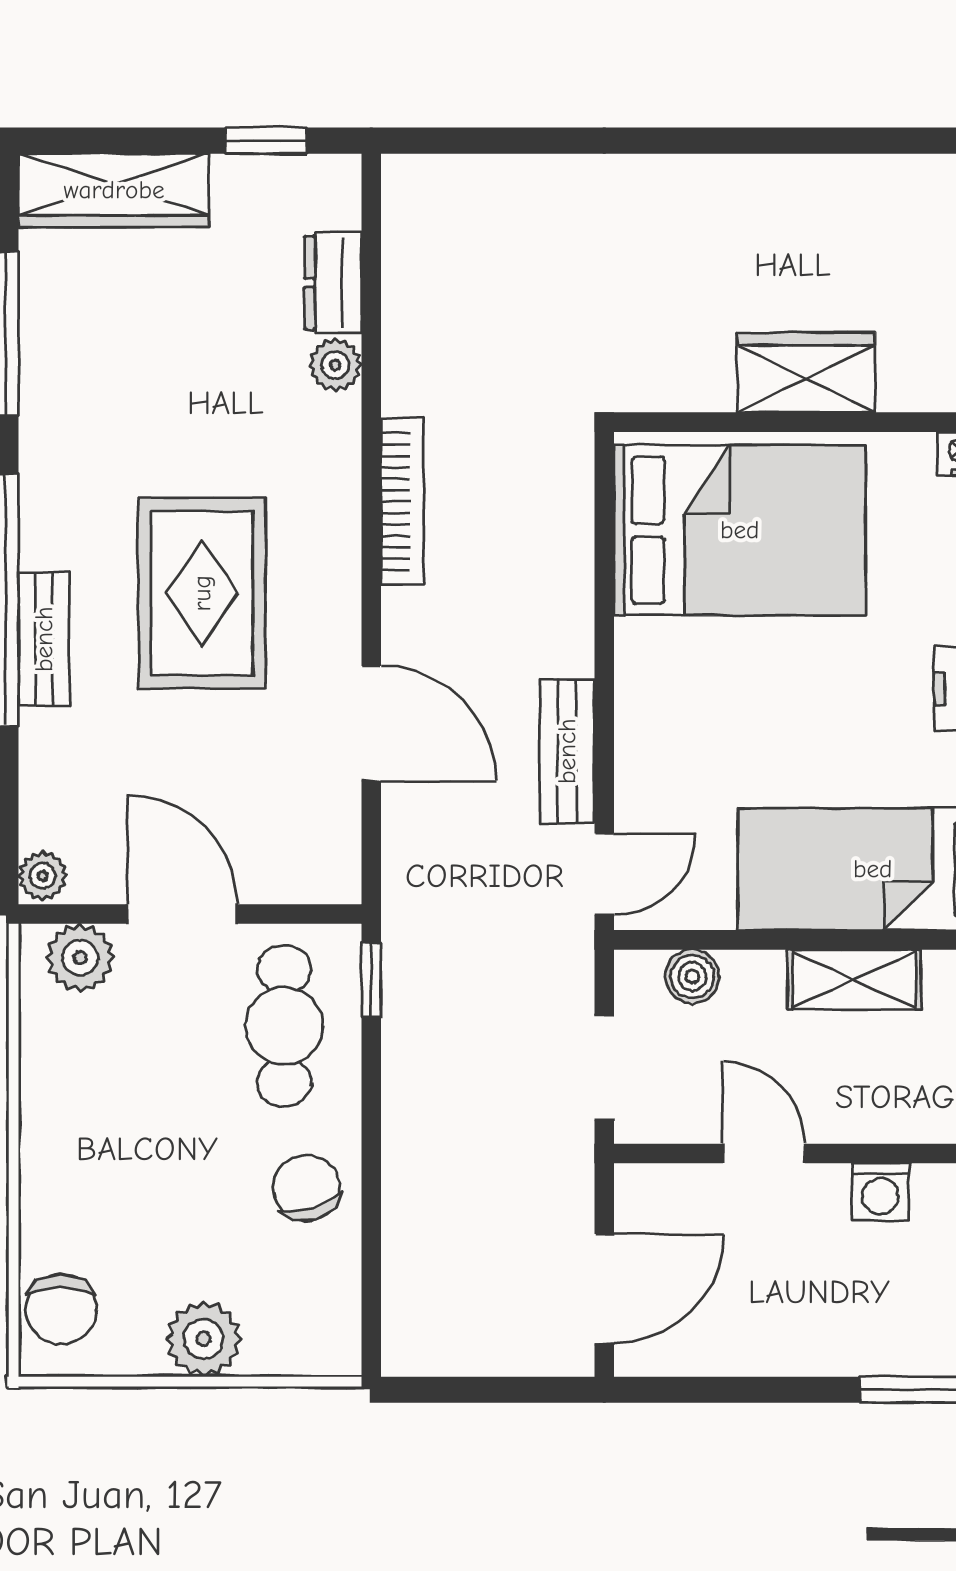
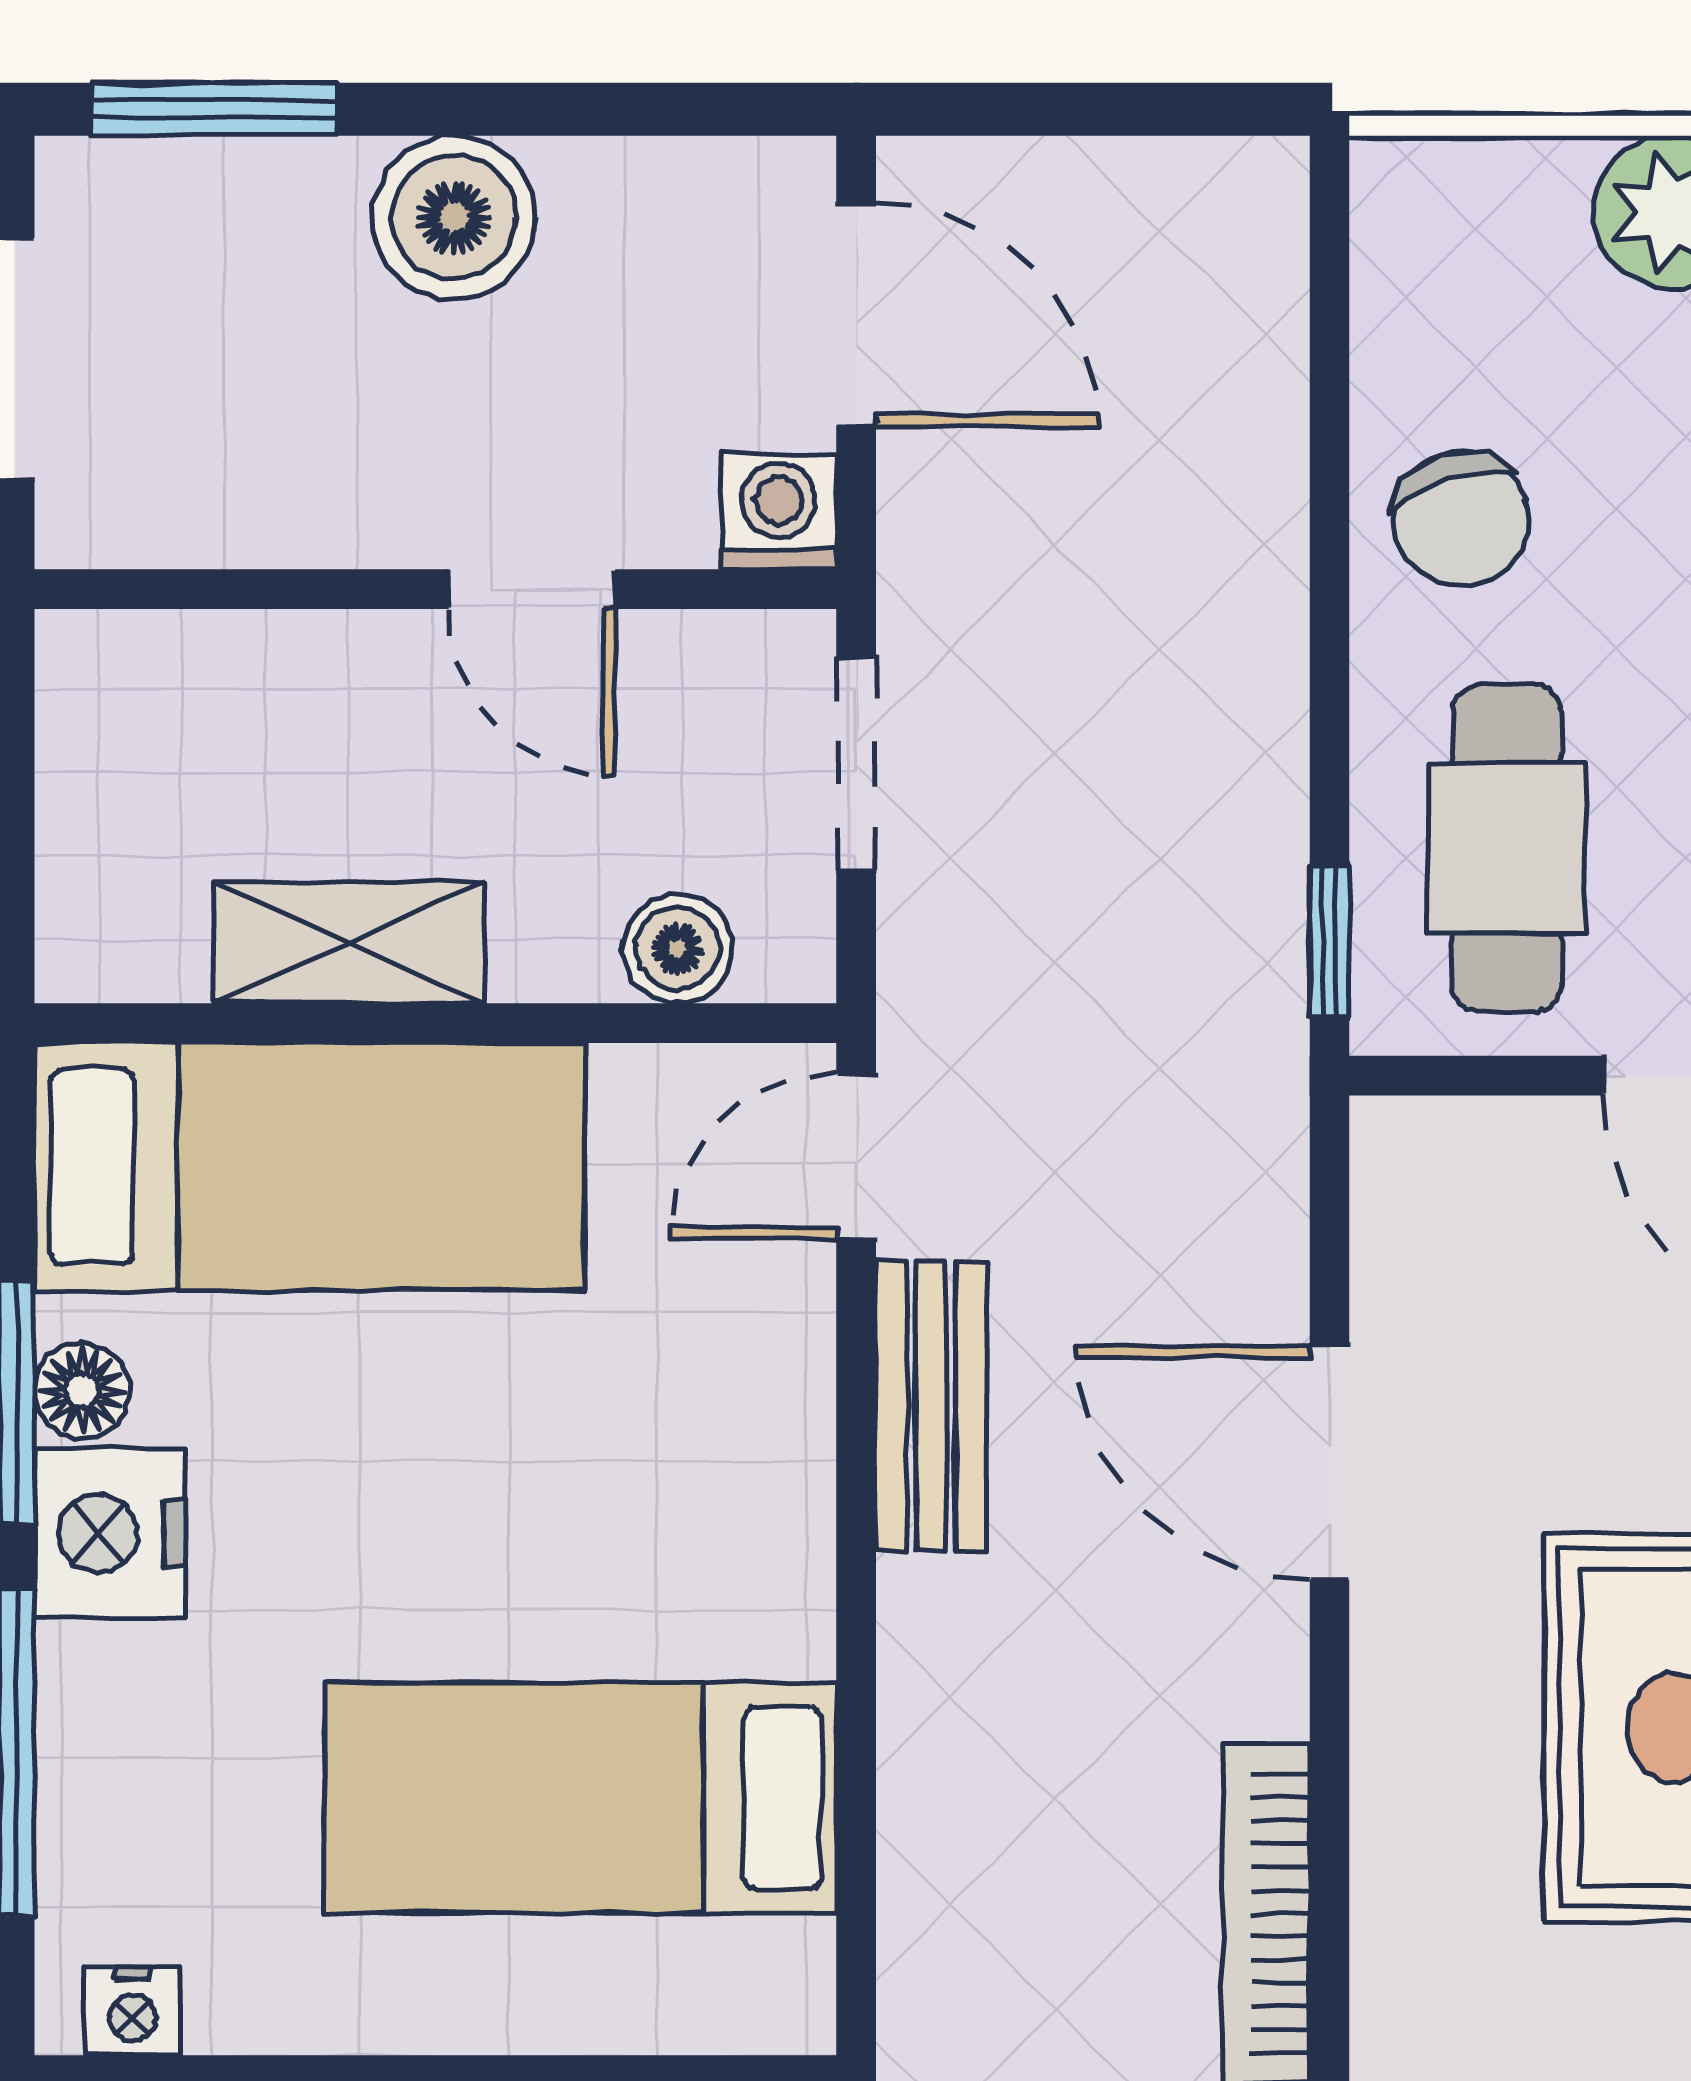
bed: (740, 530) -> (581, 1798), width x0.67
washing machine: (880, 1192) -> (779, 512), moved
door: (604, 1289) -> (856, 315), swing flipped
boiler: (802, 1337) -> (454, 217), added

